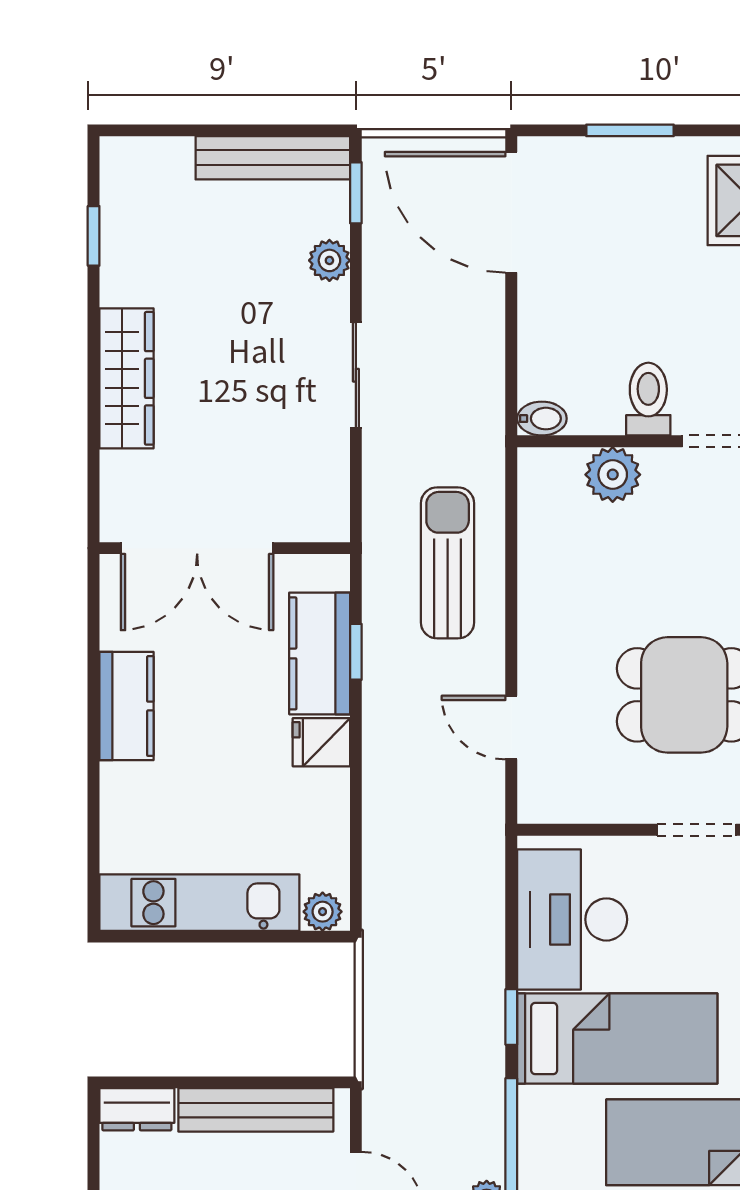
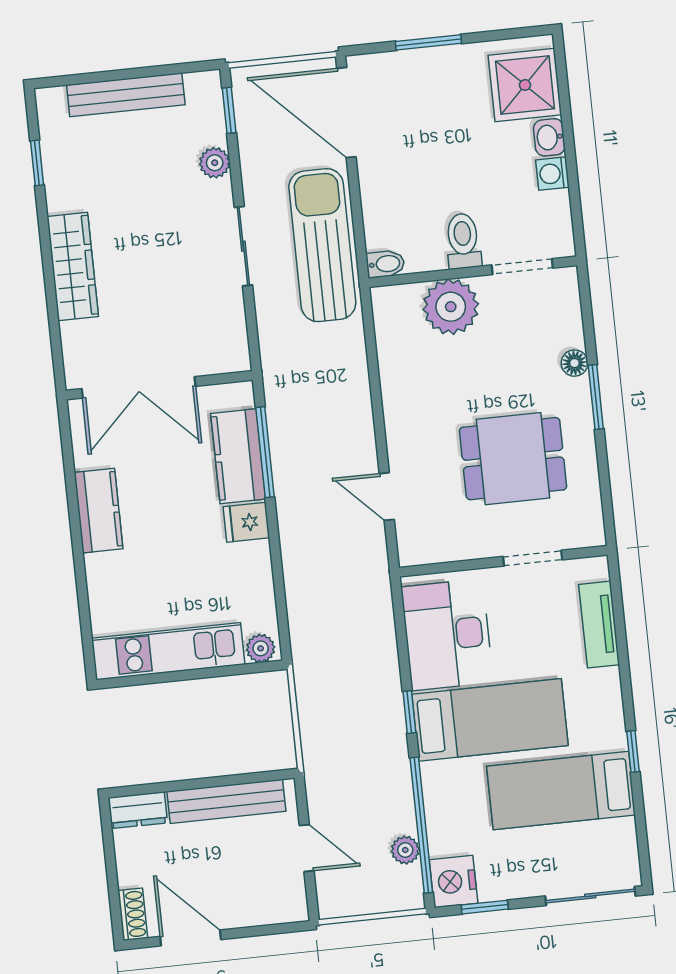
bench: (273, 158) -> (126, 95), moved
plant: (613, 475) -> (451, 307), width x1.36, depth x1.36
sun lounger: (448, 563) -> (322, 245), moved, width x1.36, depth x1.34
window: (356, 652) -> (265, 452), width x2.17

